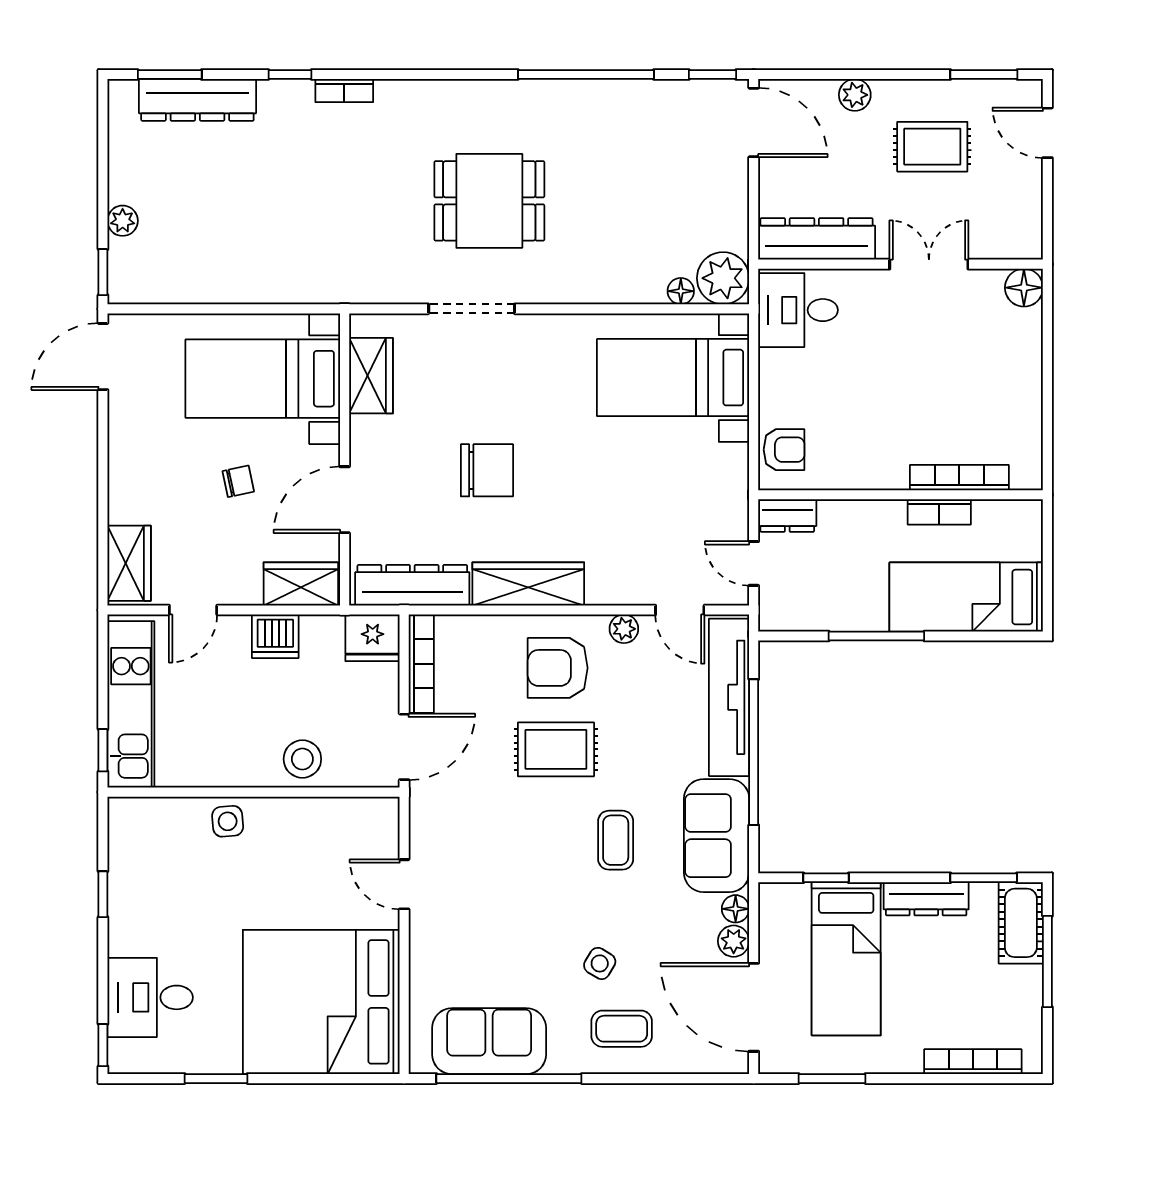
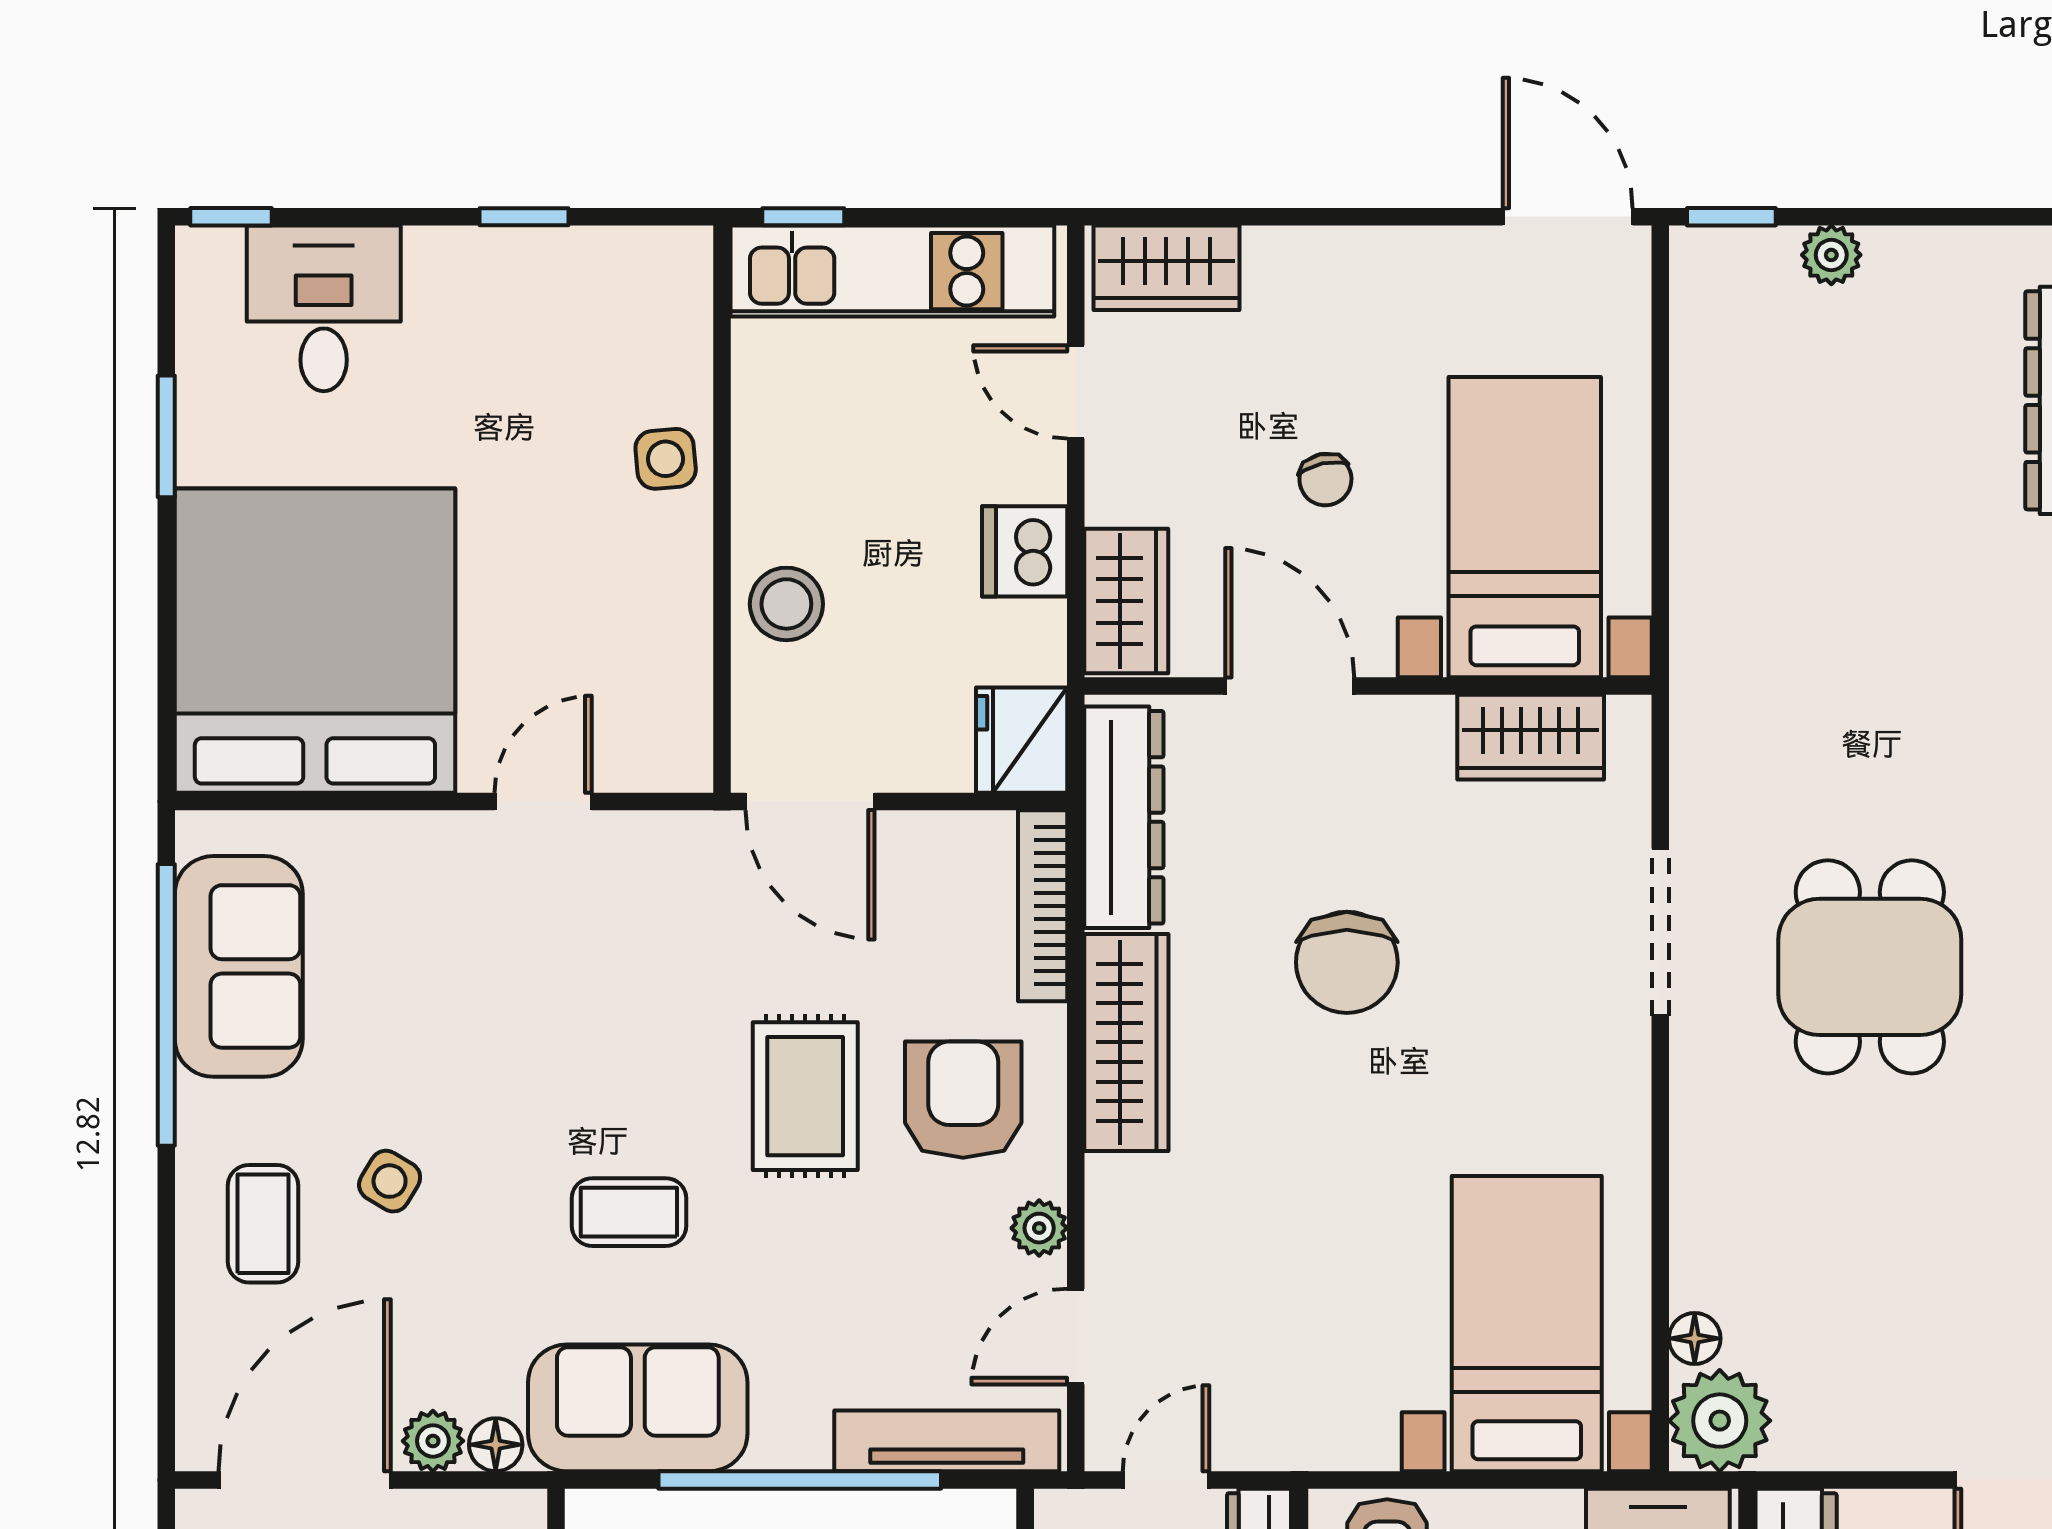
bookcase: (421, 664) -> (1043, 906), moved, turned 90
tv unit: (729, 697) -> (947, 1441), width x0.73, depth x0.78

